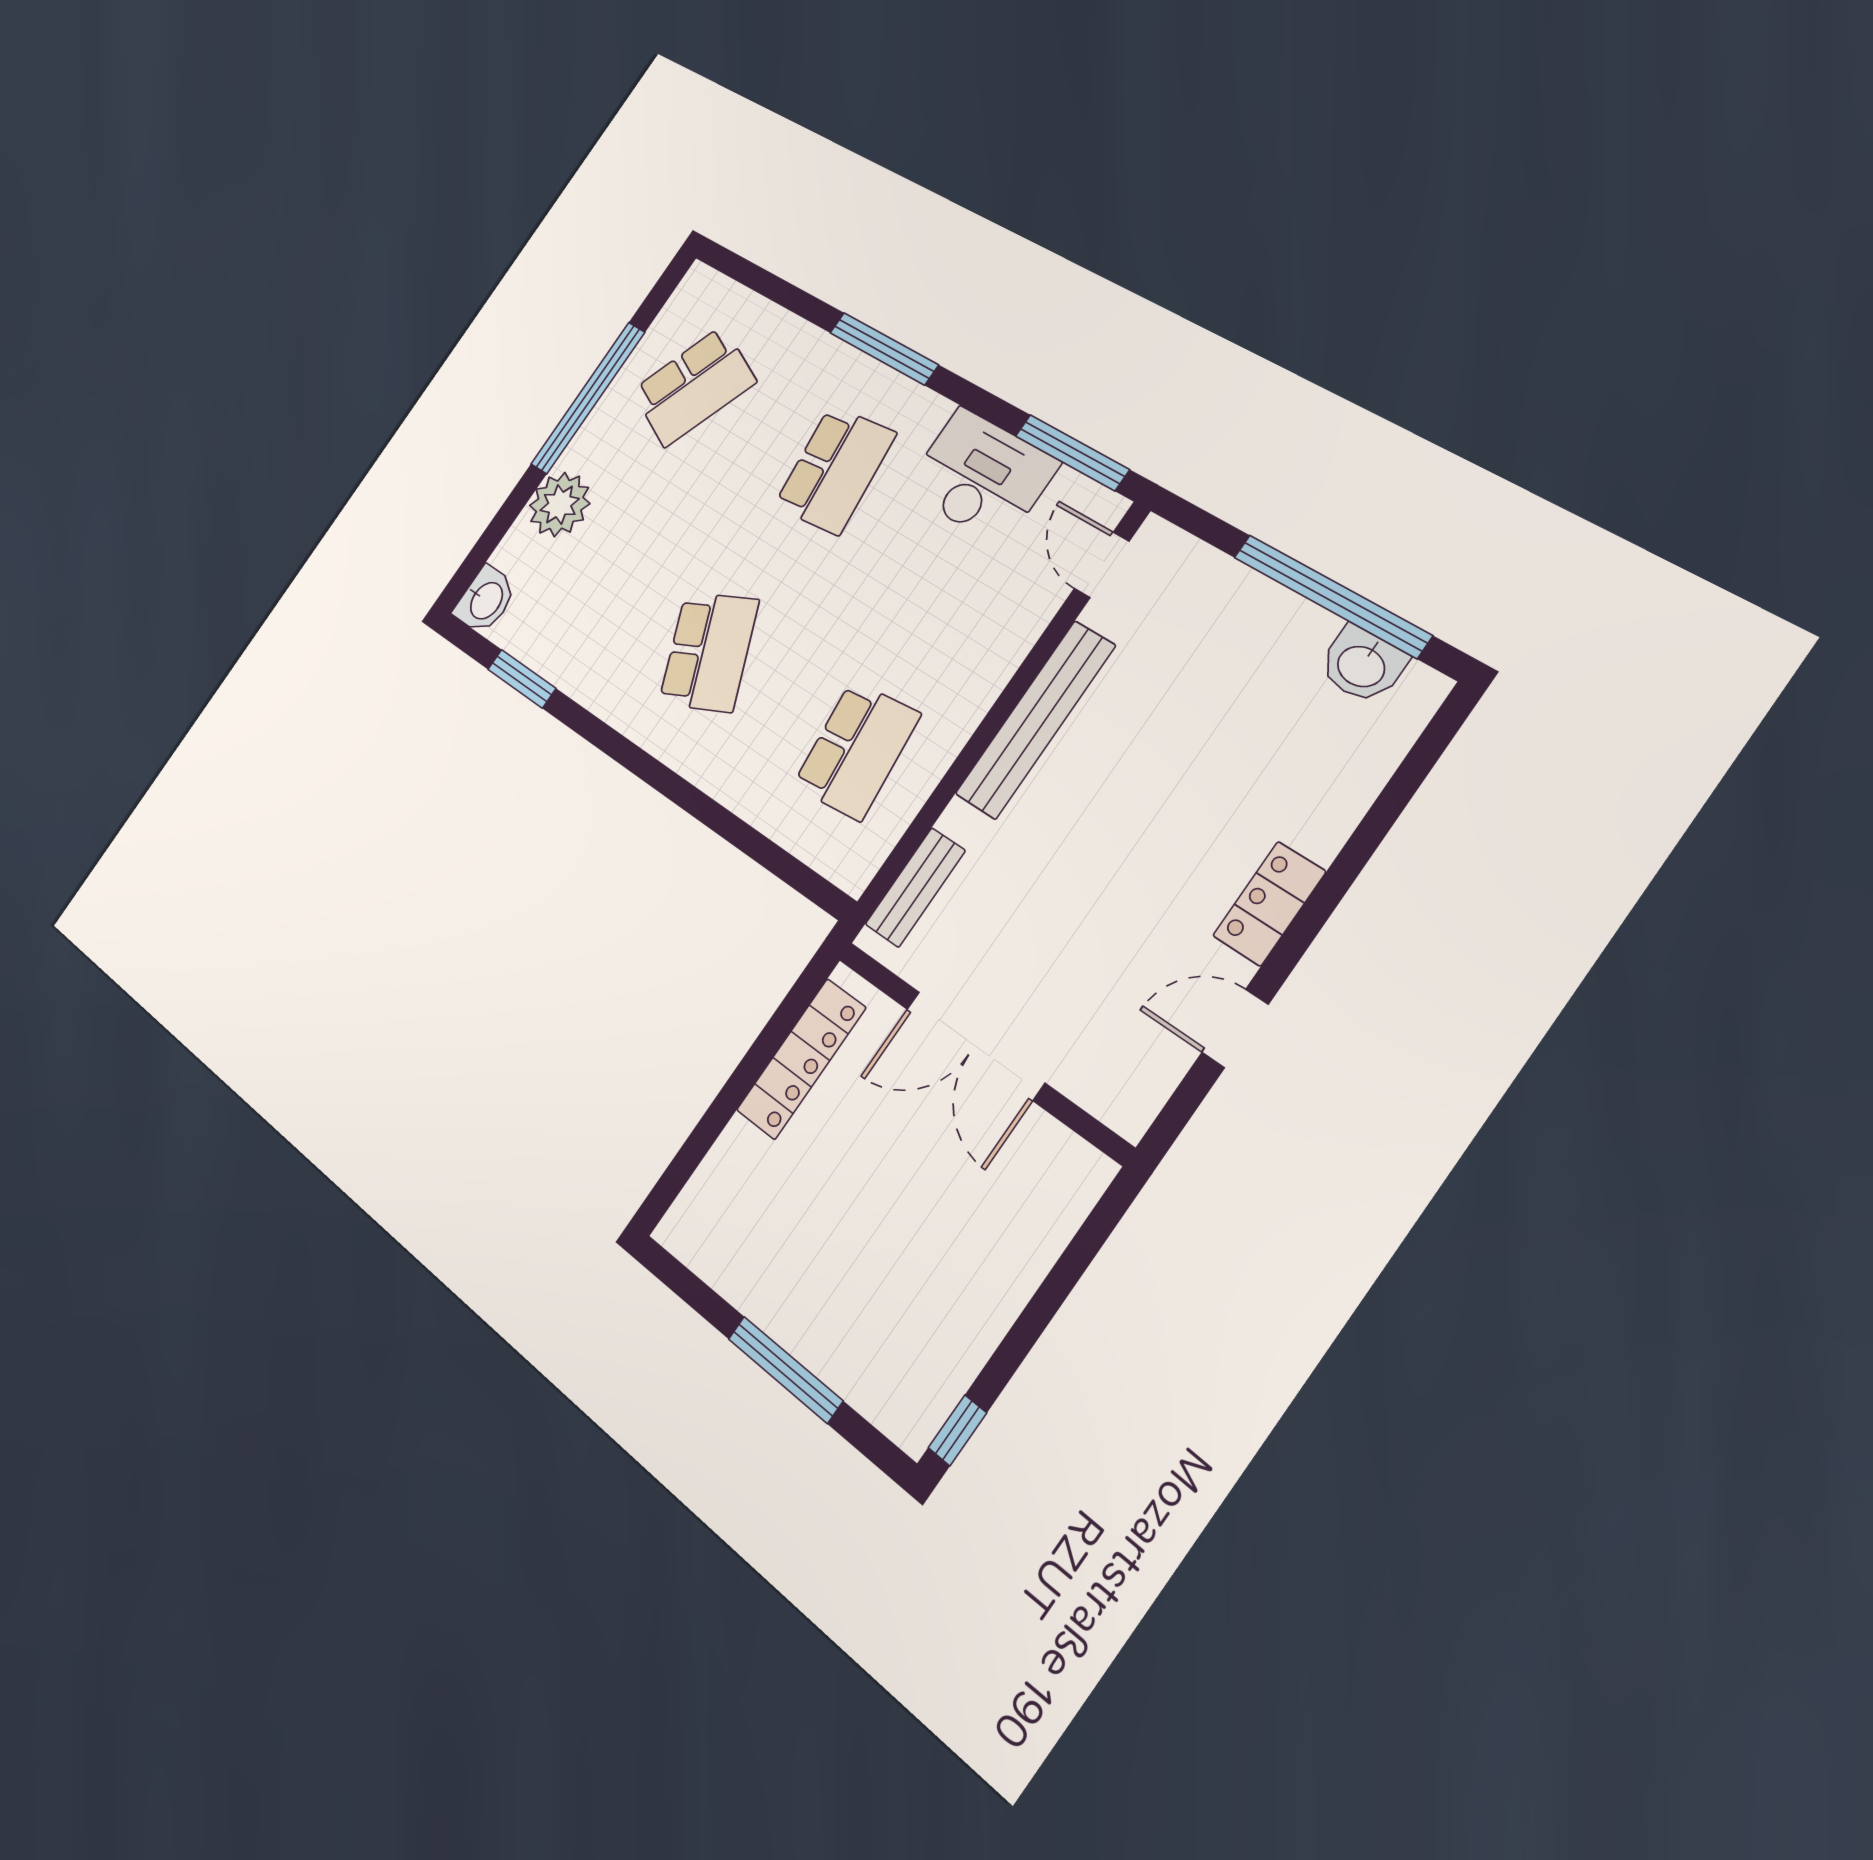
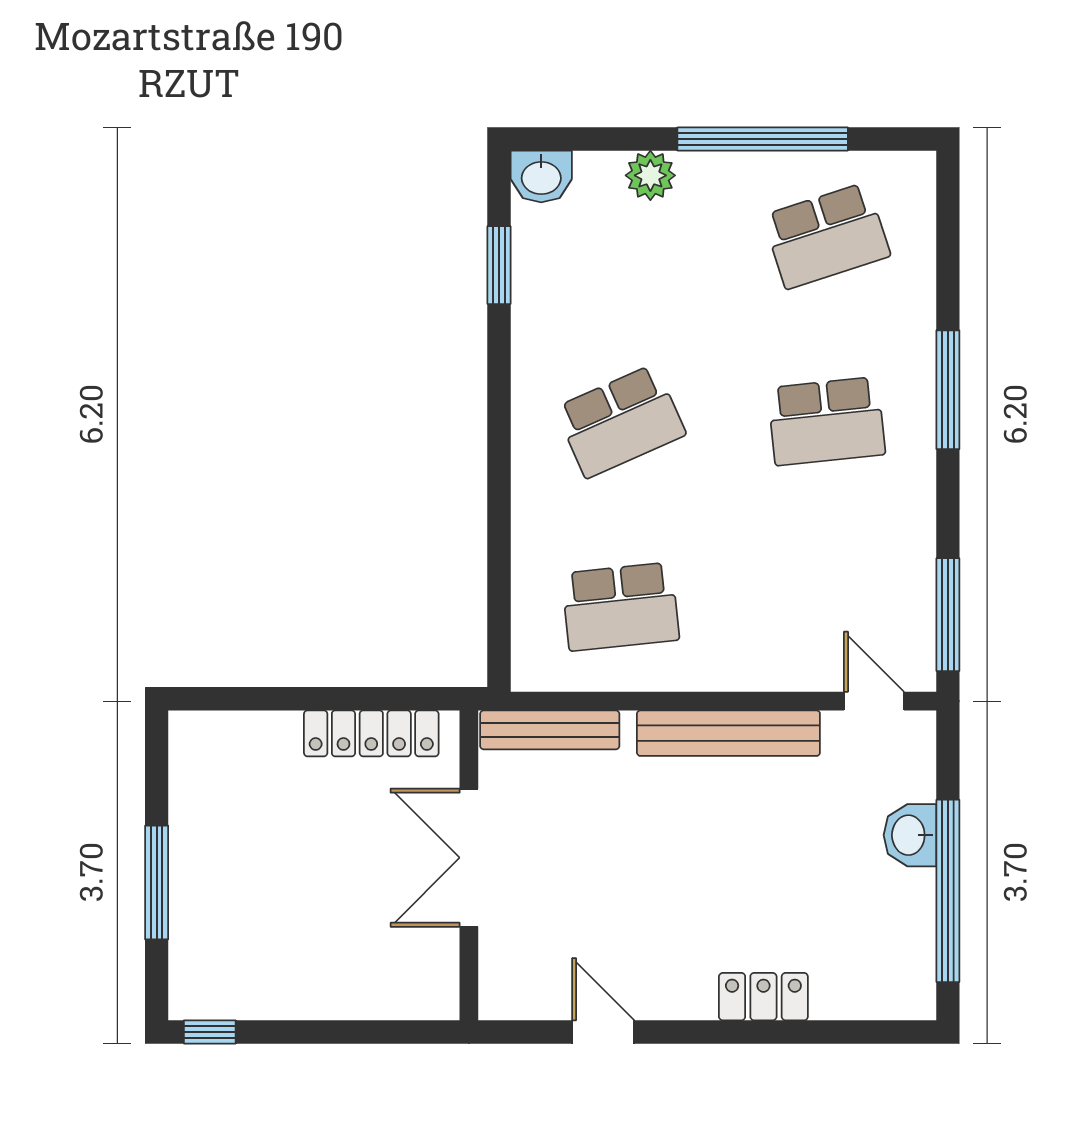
school desk: (694, 386) -> (826, 236), turned -42
desk: (981, 476) -> (889, 552), removed
plant: (560, 505) -> (650, 175), width x0.73, depth x0.73
door: (1102, 565) -> (874, 701), hinge flipped
washbasin: (1362, 665) -> (910, 835), moved
bench: (915, 887) -> (550, 730), width x1.36
locker: (1269, 904) -> (763, 997), moved

